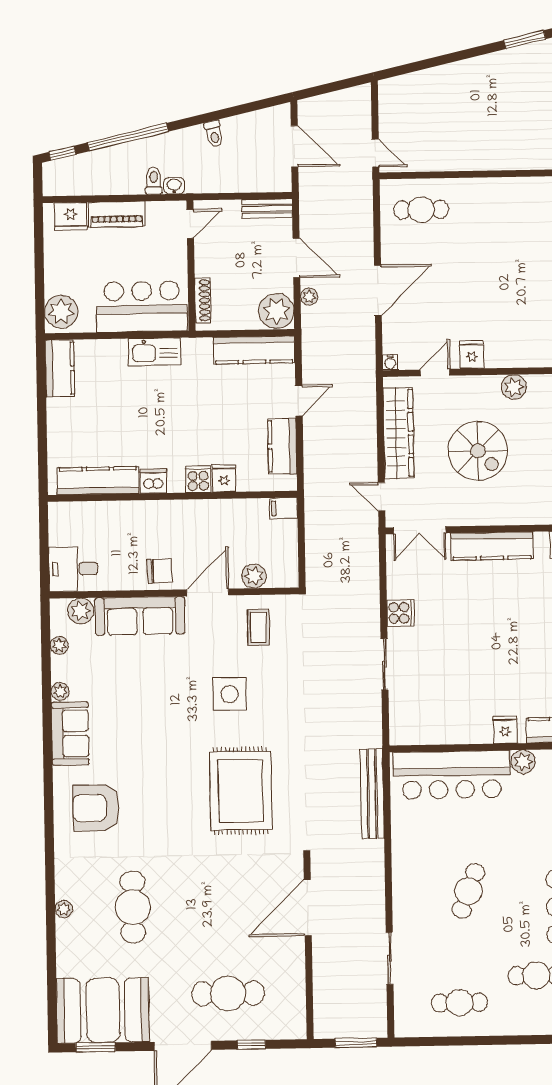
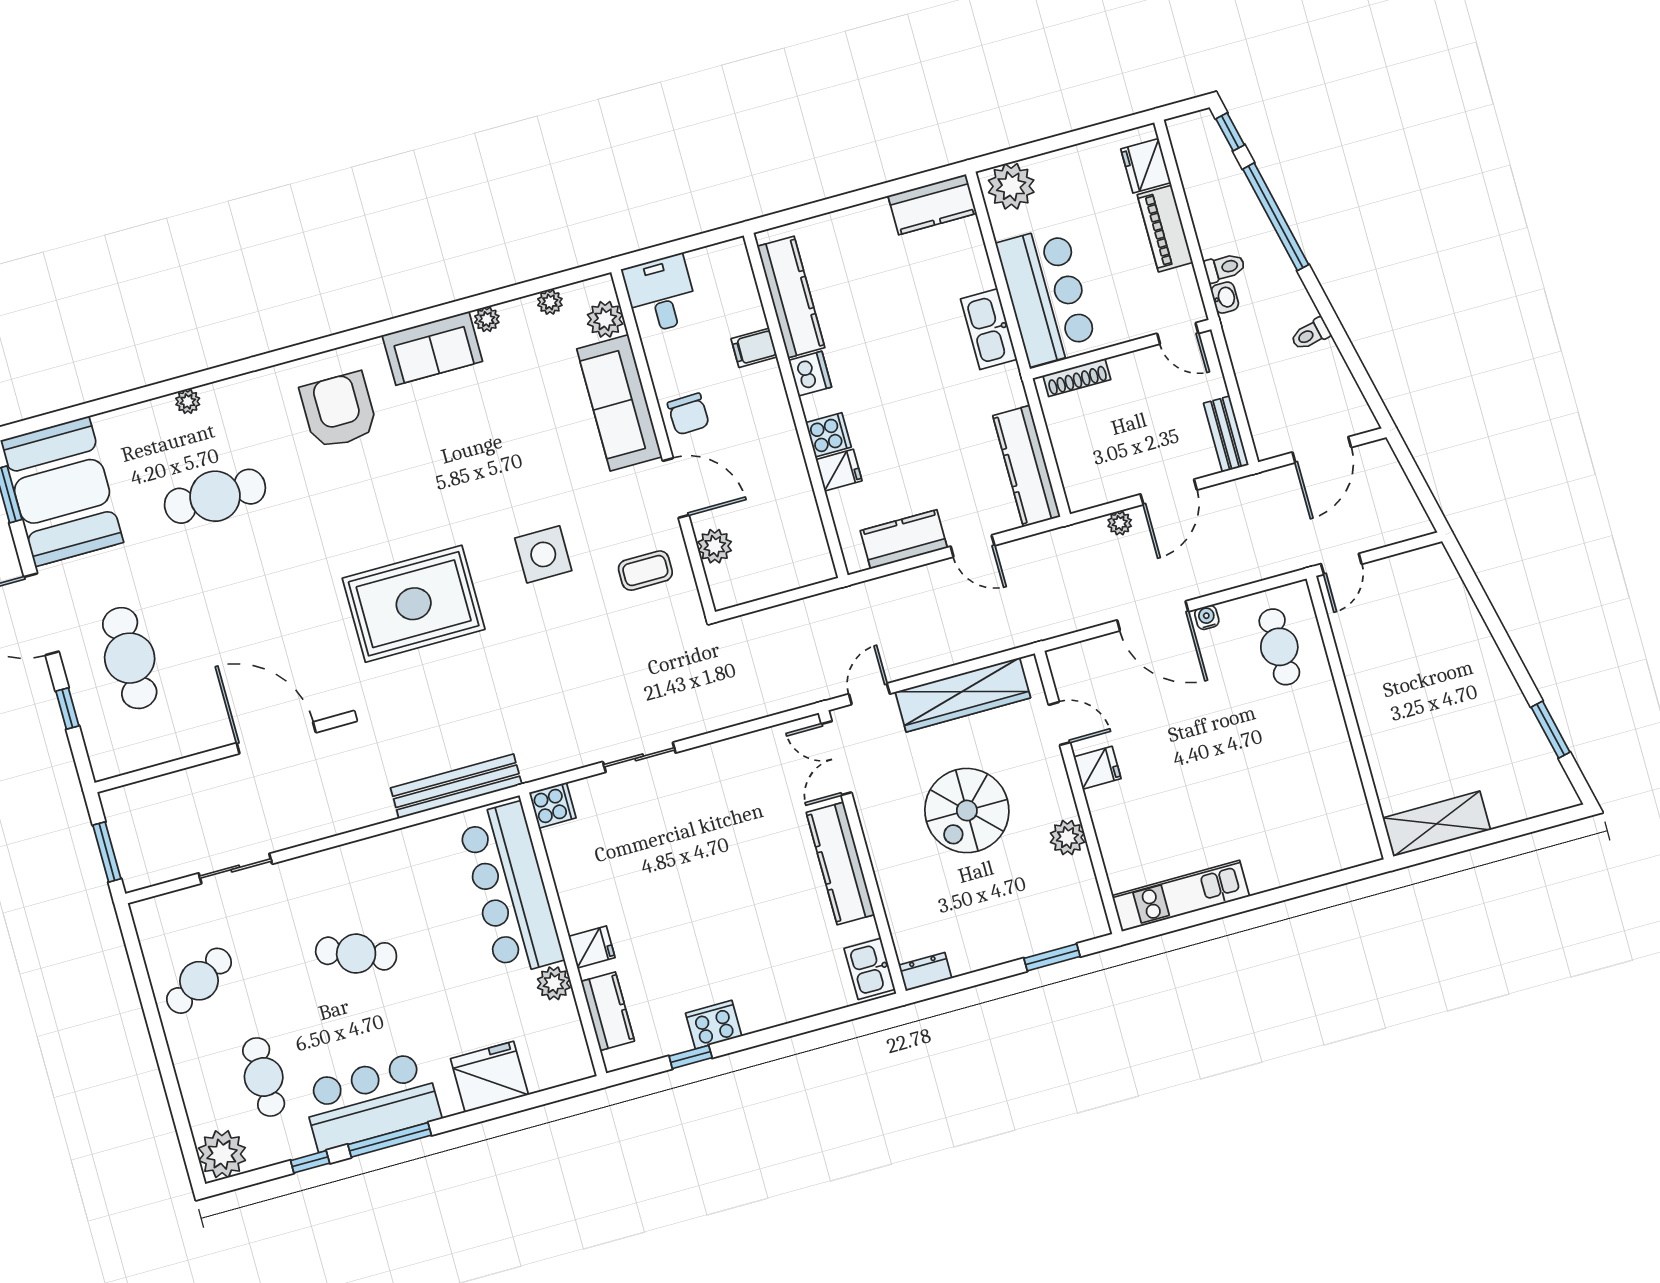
plant: (276, 311) -> (1088, 483), removed
water cooler: (390, 362) -> (1207, 617), moved, turned 90
filing cabinet: (283, 508) -> (754, 348), moved, turned -90
cooker: (401, 613) -> (553, 805), moved, turned -90
cafe table: (460, 1003) -> (199, 981), turned 60

